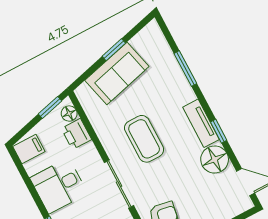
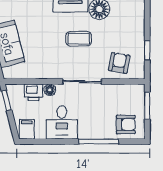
floor lamp: (69, 113) -> (50, 90), moved
coffee table: (144, 139) -> (79, 39), moved, width x0.73, depth x0.77

